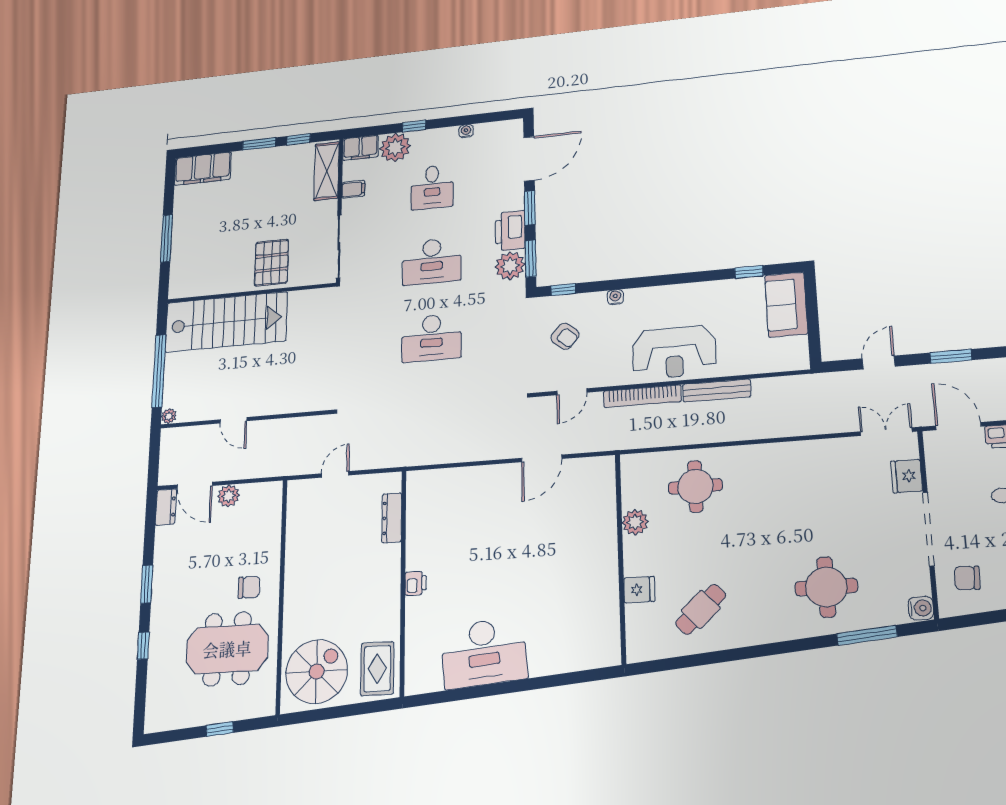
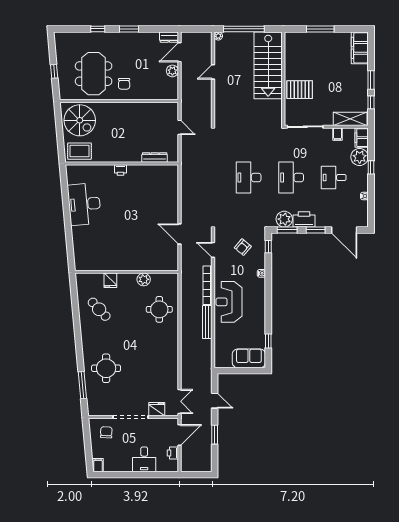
water cooler: (921, 608) -> (93, 410), removed

